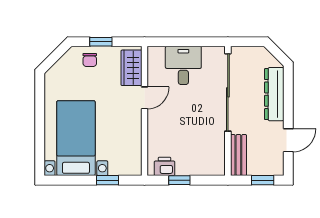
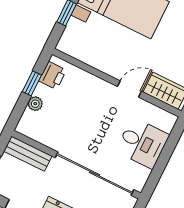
door: (144, 98) -> (129, 89), swing flipped
plant: (195, 169) -> (35, 104), added

